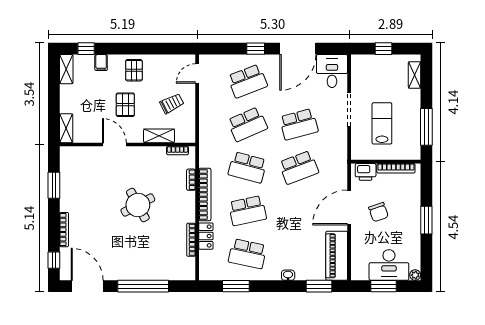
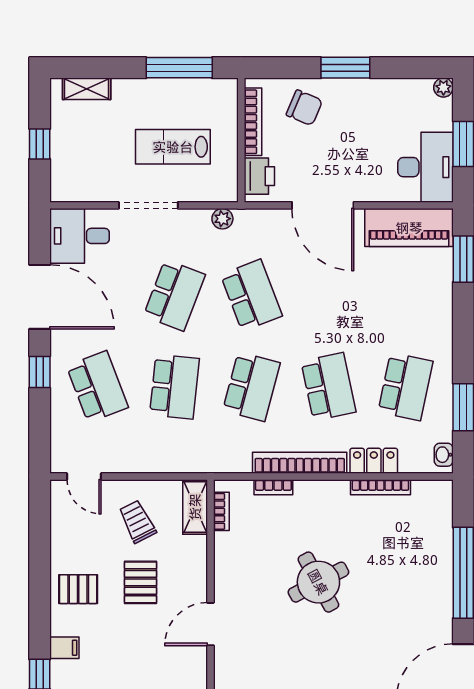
pallet: (125, 105) -> (141, 582), moved, turned 90
school desk: (247, 124) -> (174, 387), turned 30
school desk: (299, 124) -> (174, 295), turned 36
shelving: (159, 136) -> (195, 507), moved
plant: (342, 151) -> (222, 219), added
chair: (378, 212) -> (304, 108), moved, turned 42
desk: (389, 265) -> (425, 167), moved
washbasin: (288, 275) -> (444, 455), moved

